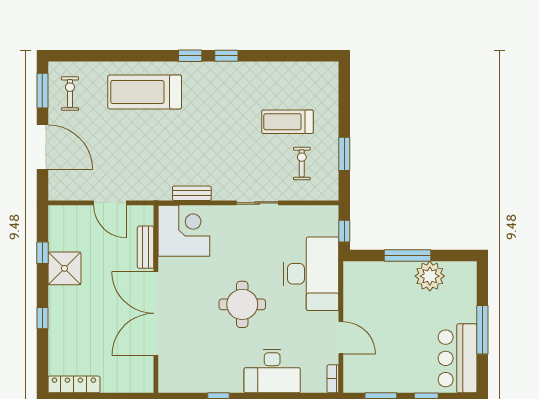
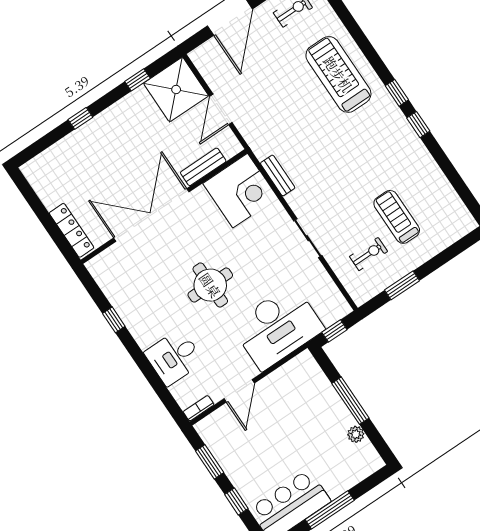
shower: (64, 268) -> (176, 89), moved, width x1.37, depth x1.37
plant: (430, 276) -> (356, 434), width x0.53, depth x0.53
desk: (272, 371) -> (174, 357), width x0.73
locker: (74, 384) -> (72, 230), moved

